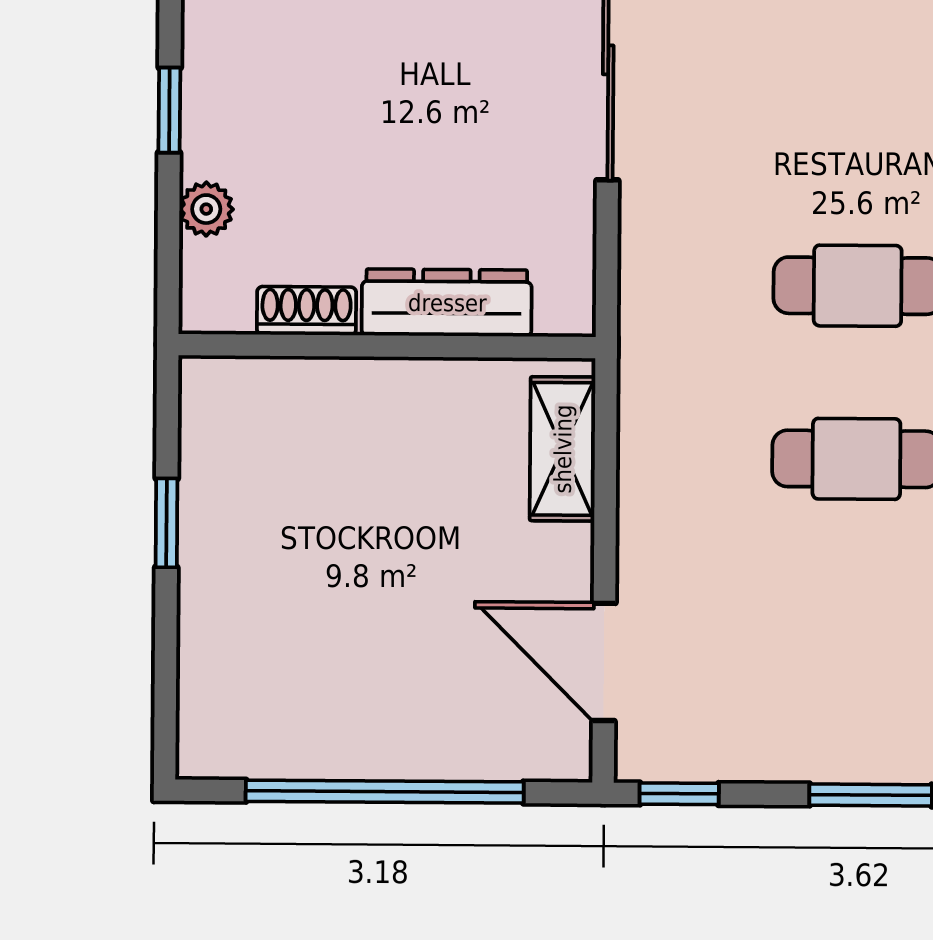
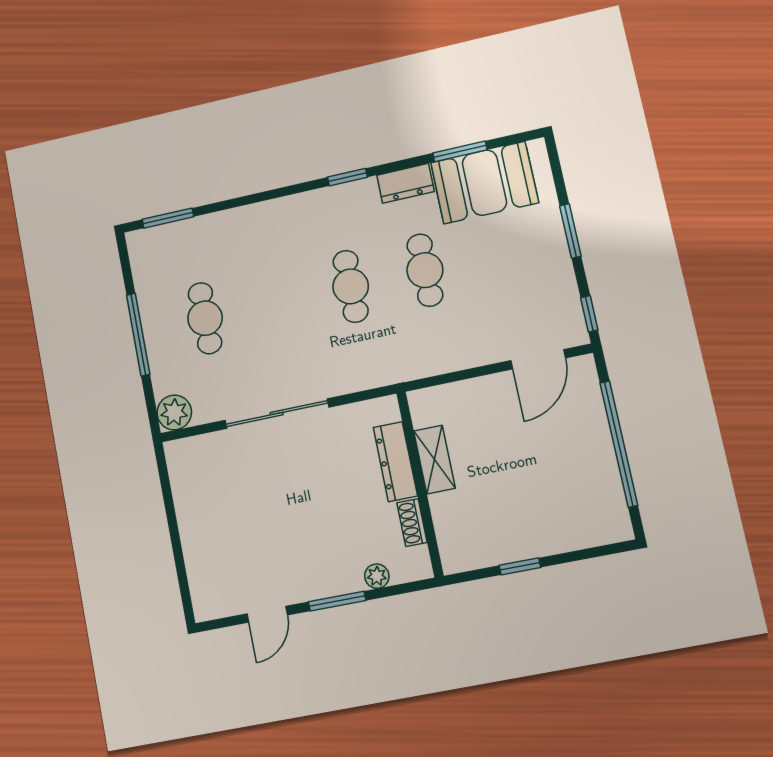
window: (169, 110) -> (337, 601), width x1.50
shelving: (563, 449) -> (434, 460), moved, turned 90

